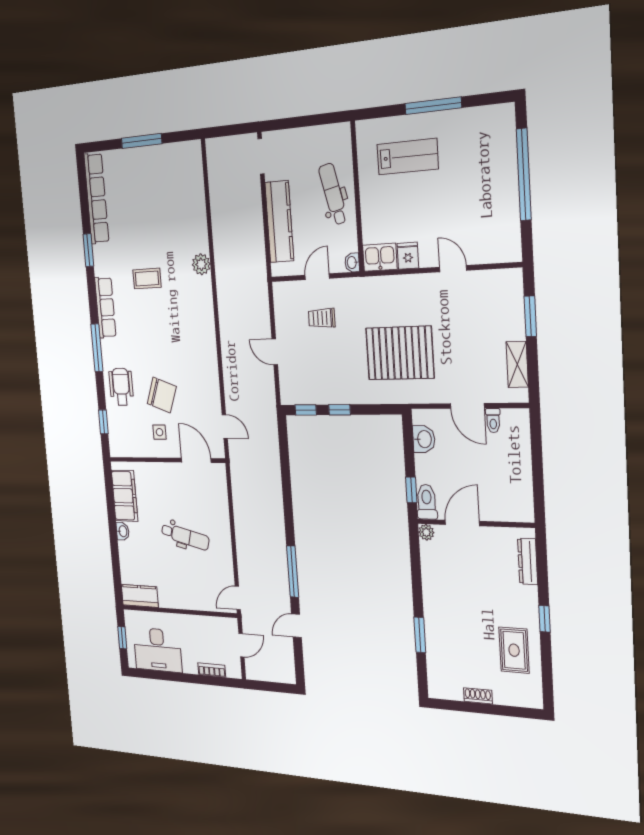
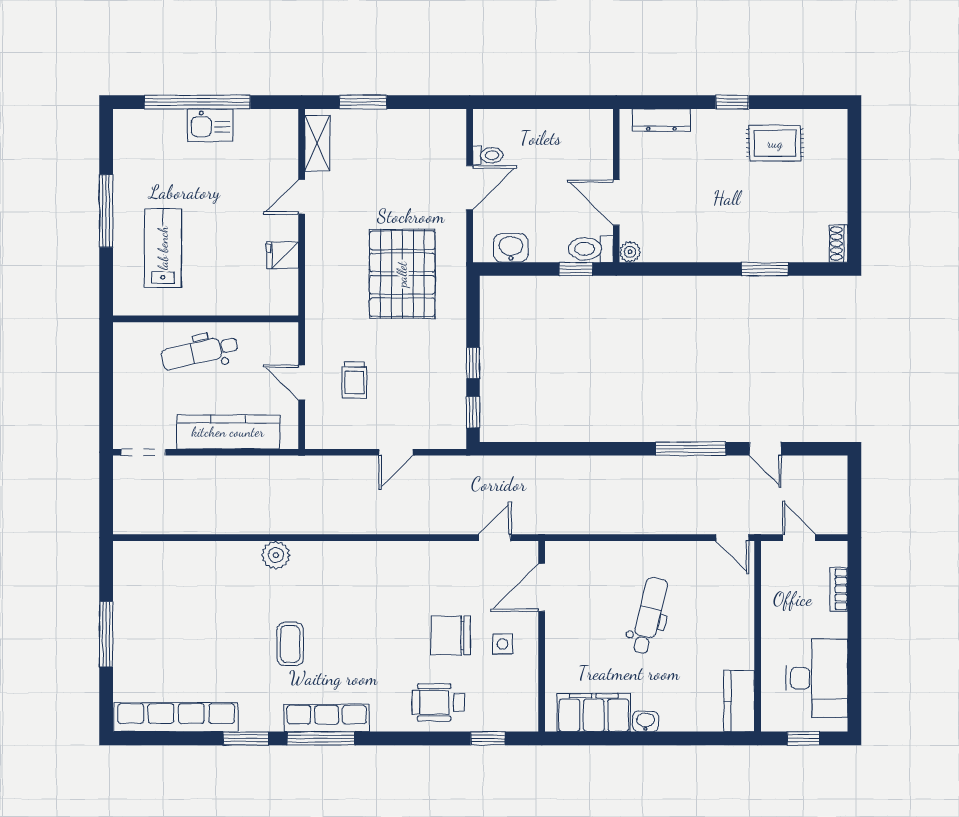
kitchen sink: (380, 257) -> (210, 125), moved, turned -90
washbasin: (352, 263) -> (286, 332), removed
window: (97, 348) -> (321, 738), moved
shelving: (517, 364) -> (317, 143), moved, turned 90
chair: (162, 395) -> (451, 636), turned -110
shoe rack: (478, 696) -> (839, 244), moved

